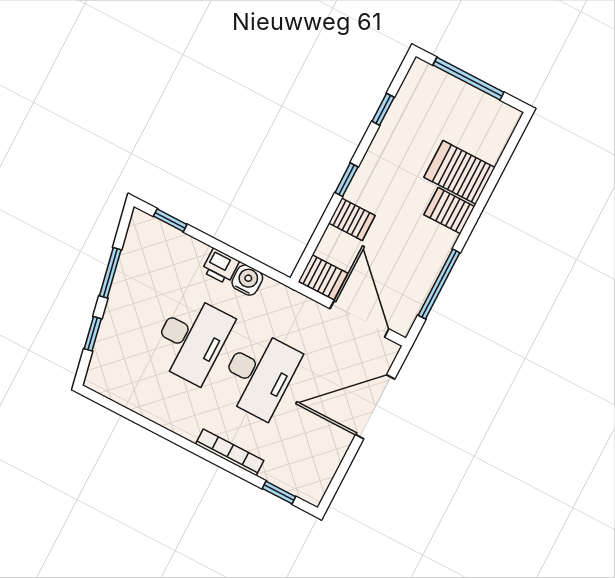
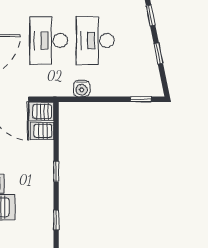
server rack: (352, 219) -> (42, 131), moved
printer: (220, 266) -> (100, 88), removed
window: (110, 273) -> (158, 54), width x0.67

